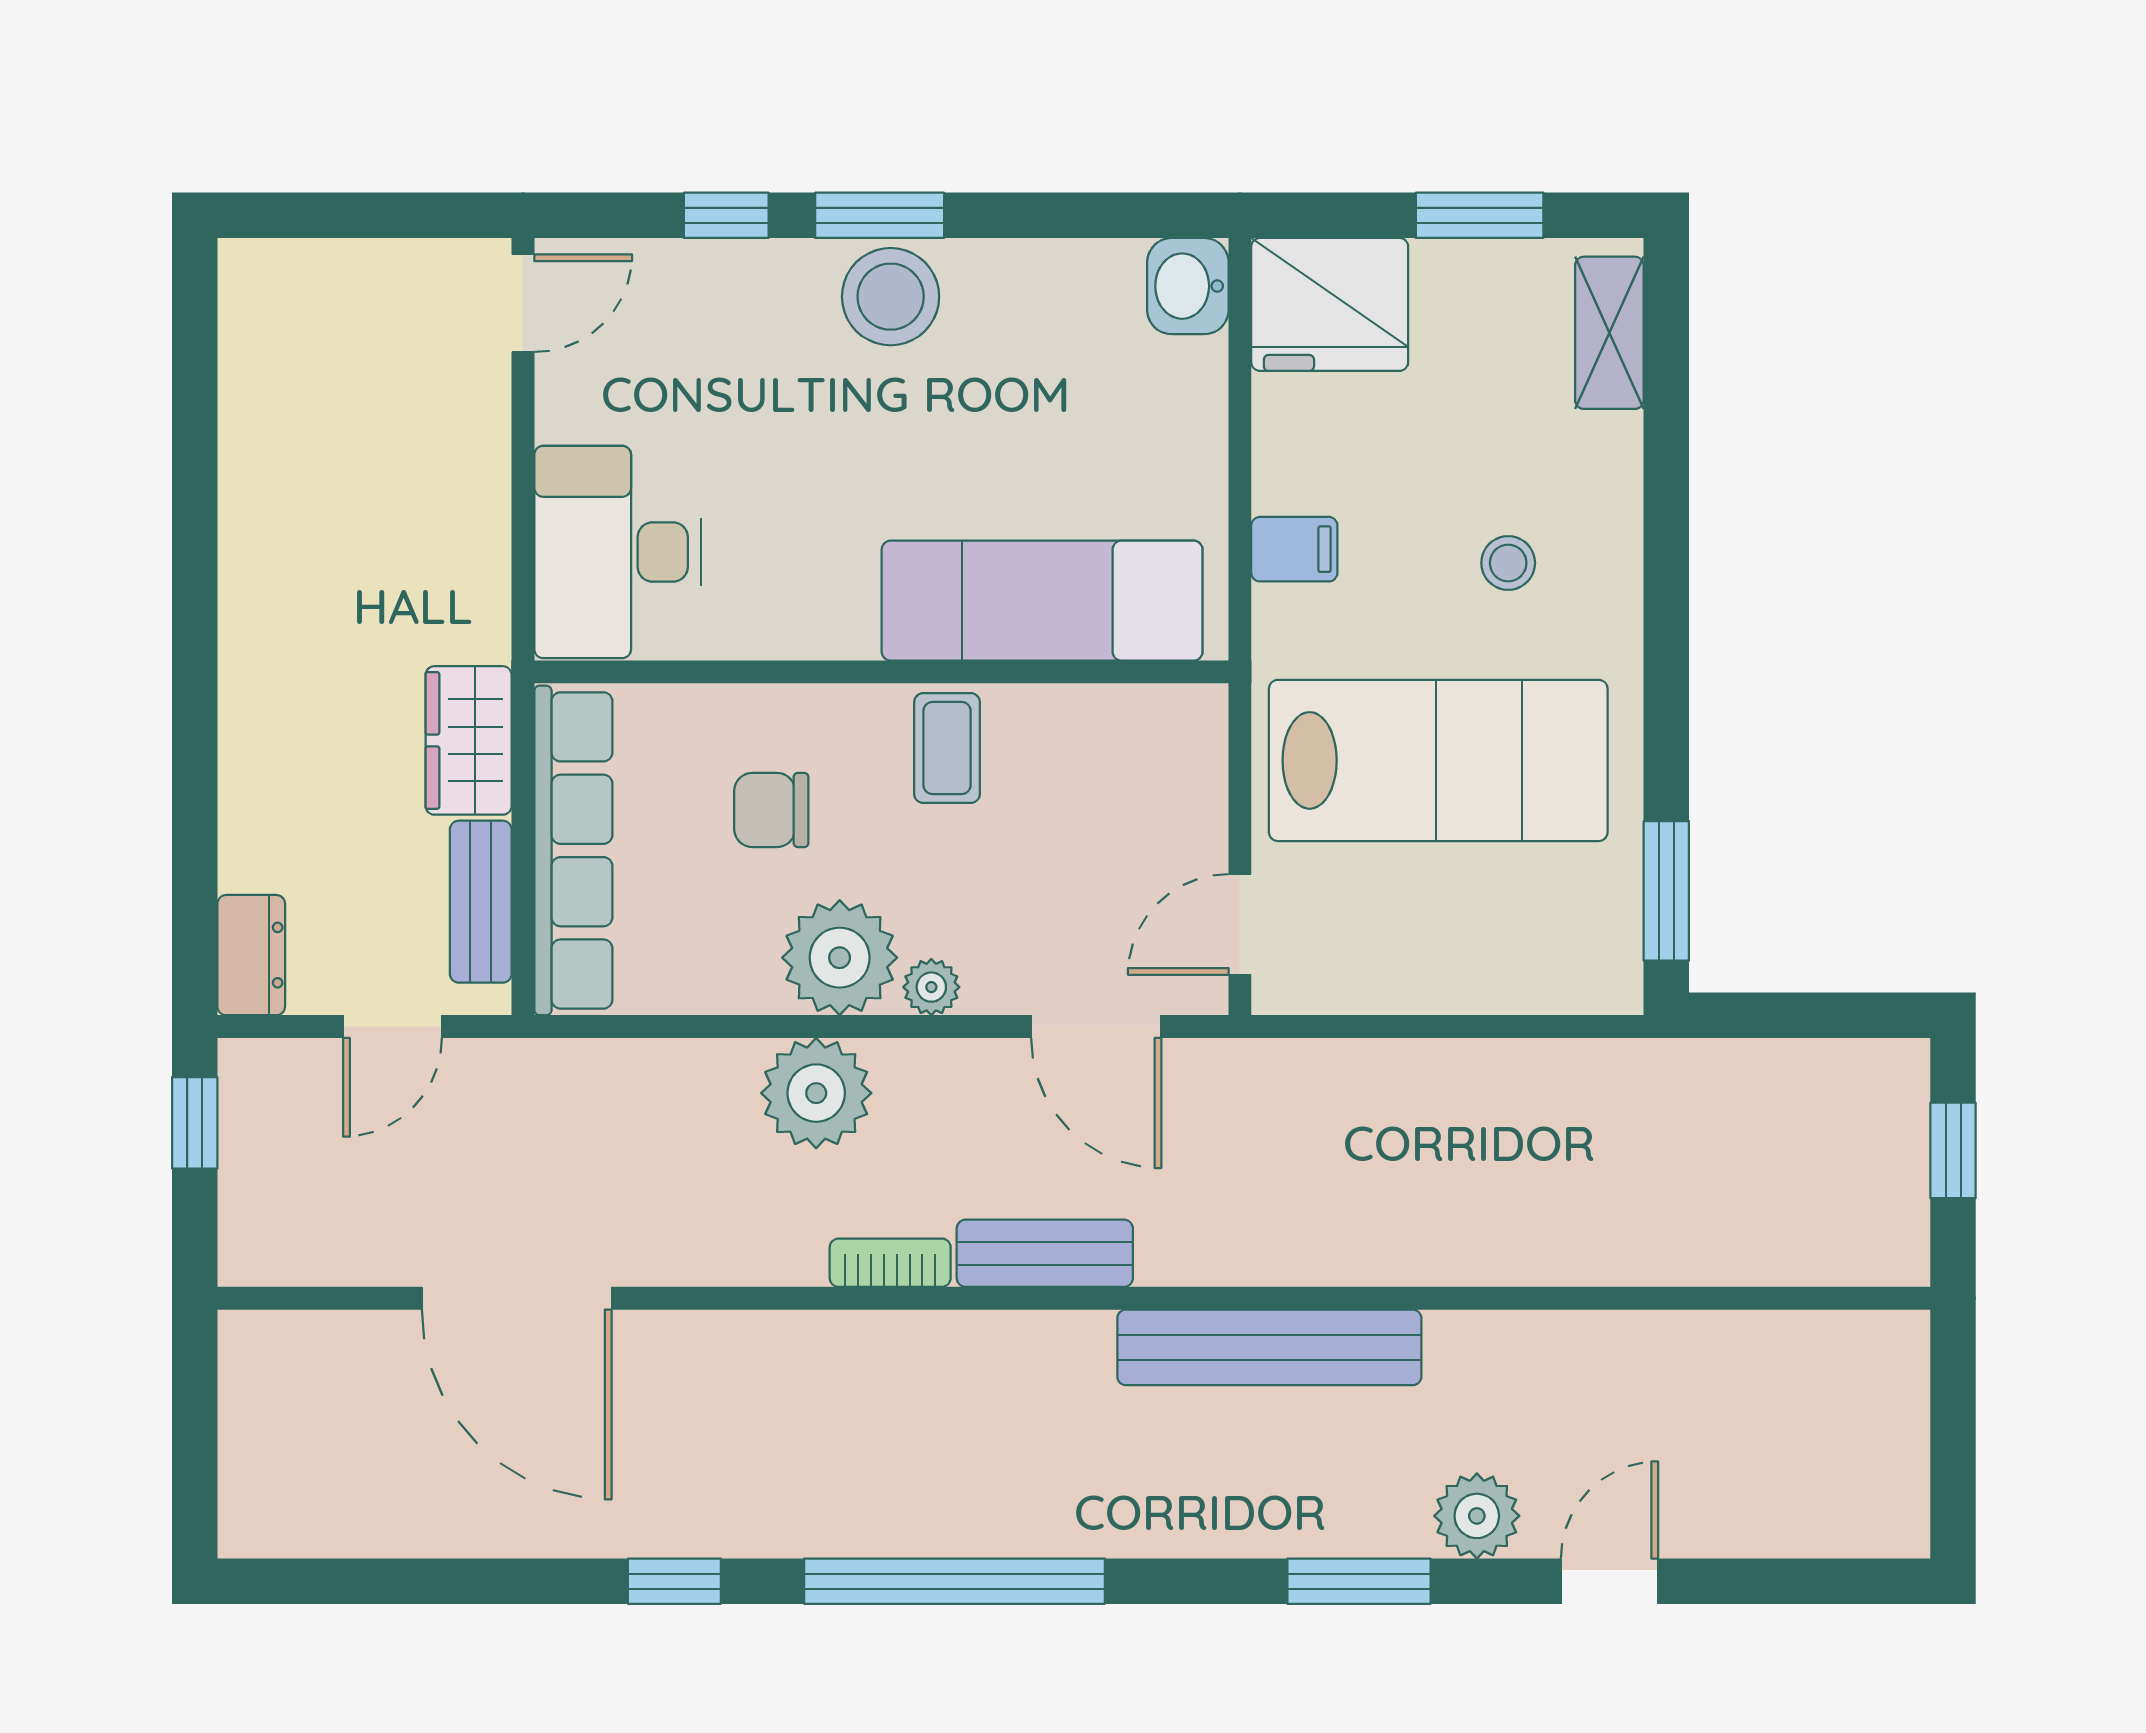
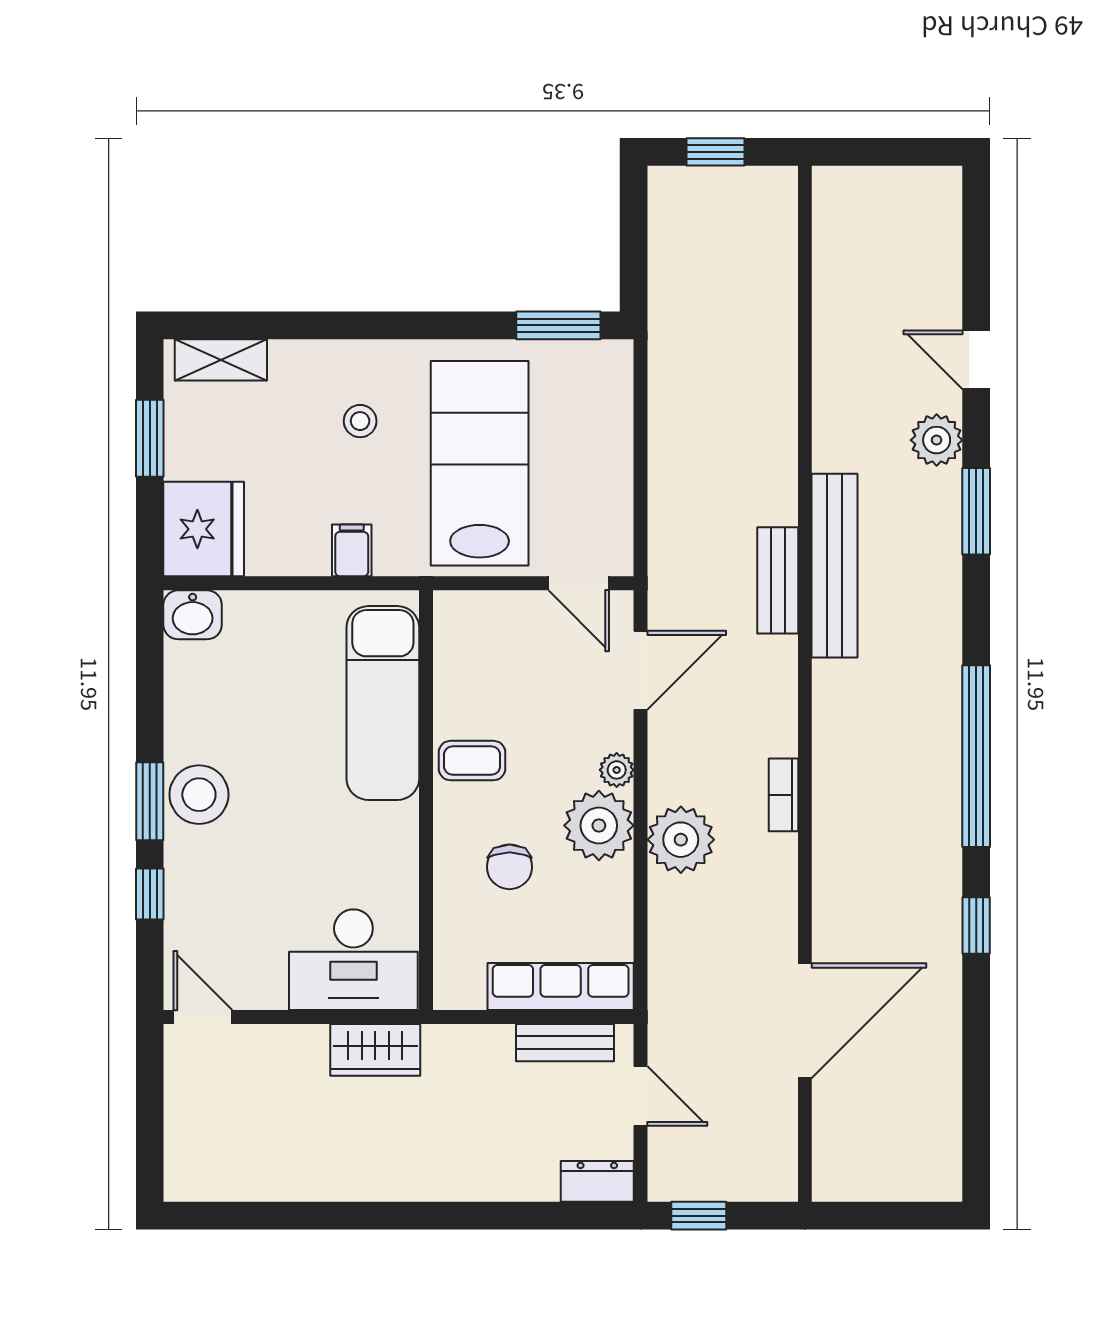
wardrobe: (469, 740) -> (375, 1050), moved
row of seats: (573, 850) -> (561, 987), width x0.73
bench: (1045, 1253) -> (778, 580), moved

